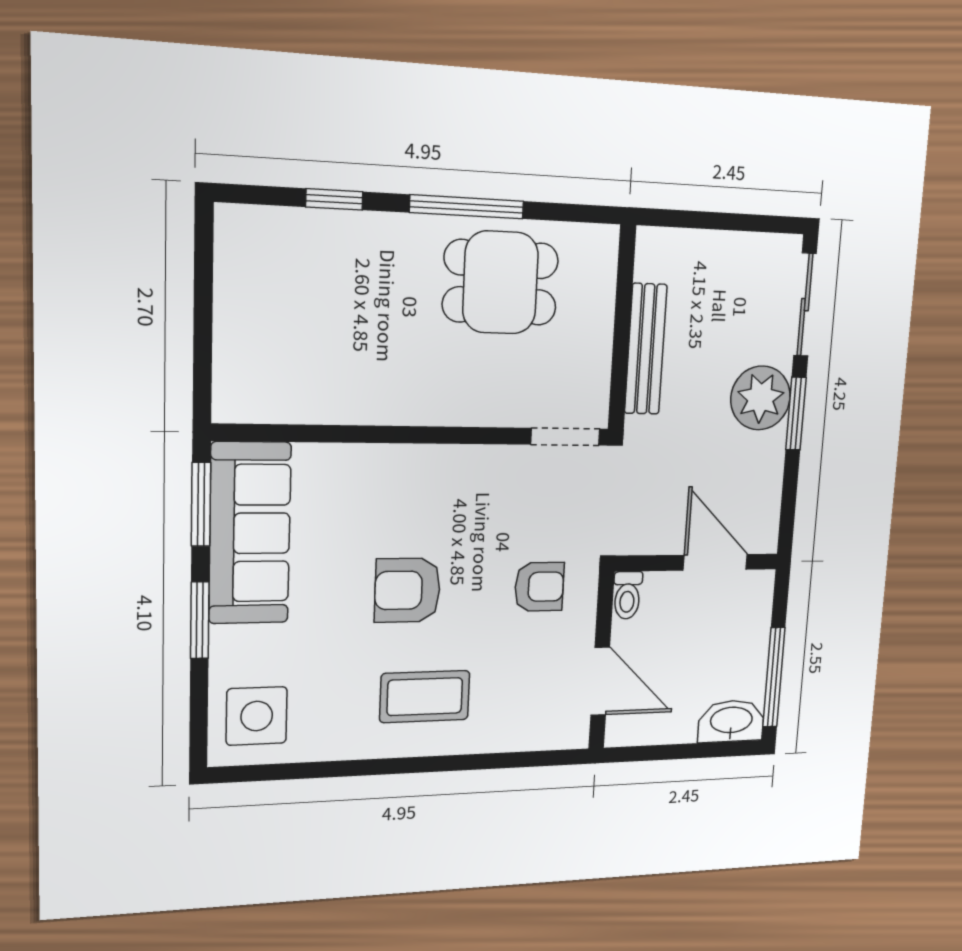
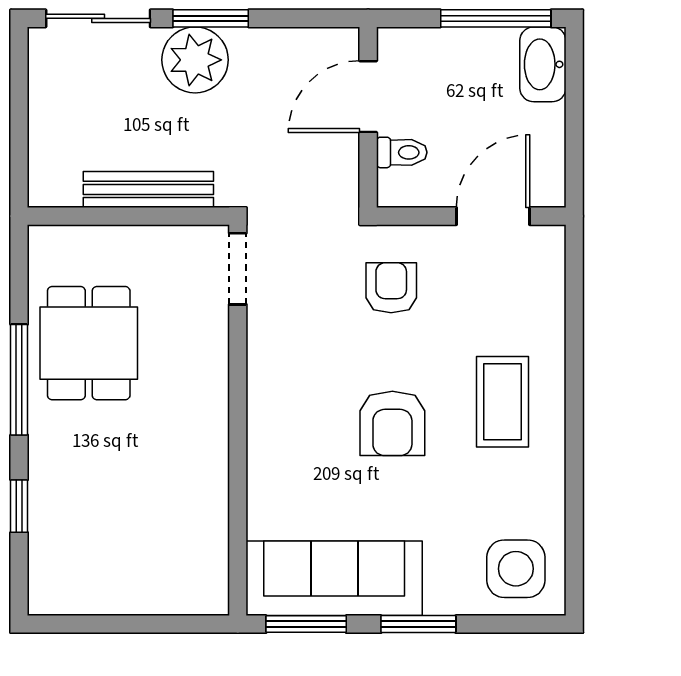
toilet: (627, 595) -> (402, 152), moved

